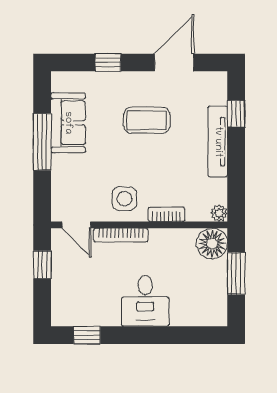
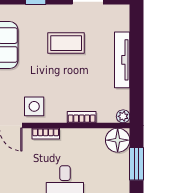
window: (236, 114) -> (137, 38), removed
side table: (124, 199) -> (34, 106), moved
bookcase: (121, 235) -> (46, 134), width x0.64

